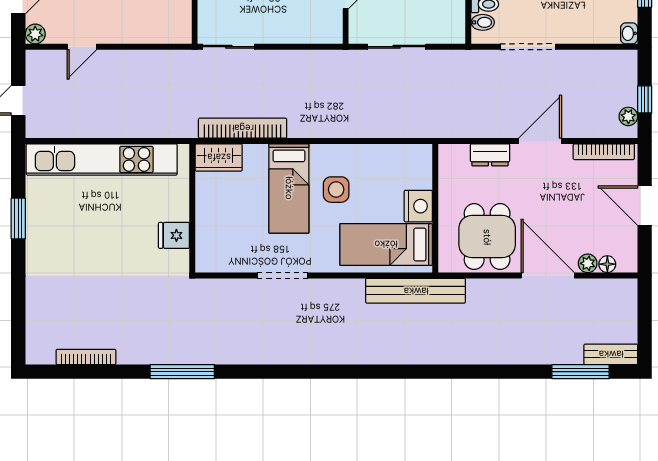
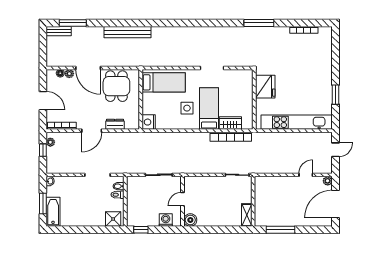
wardrobe: (219, 157) -> (230, 123), moved
nightstand: (418, 206) -> (149, 122), moved
fridge: (174, 235) -> (265, 87), width x1.88, depth x1.34
bench: (416, 291) -> (128, 32), moved

